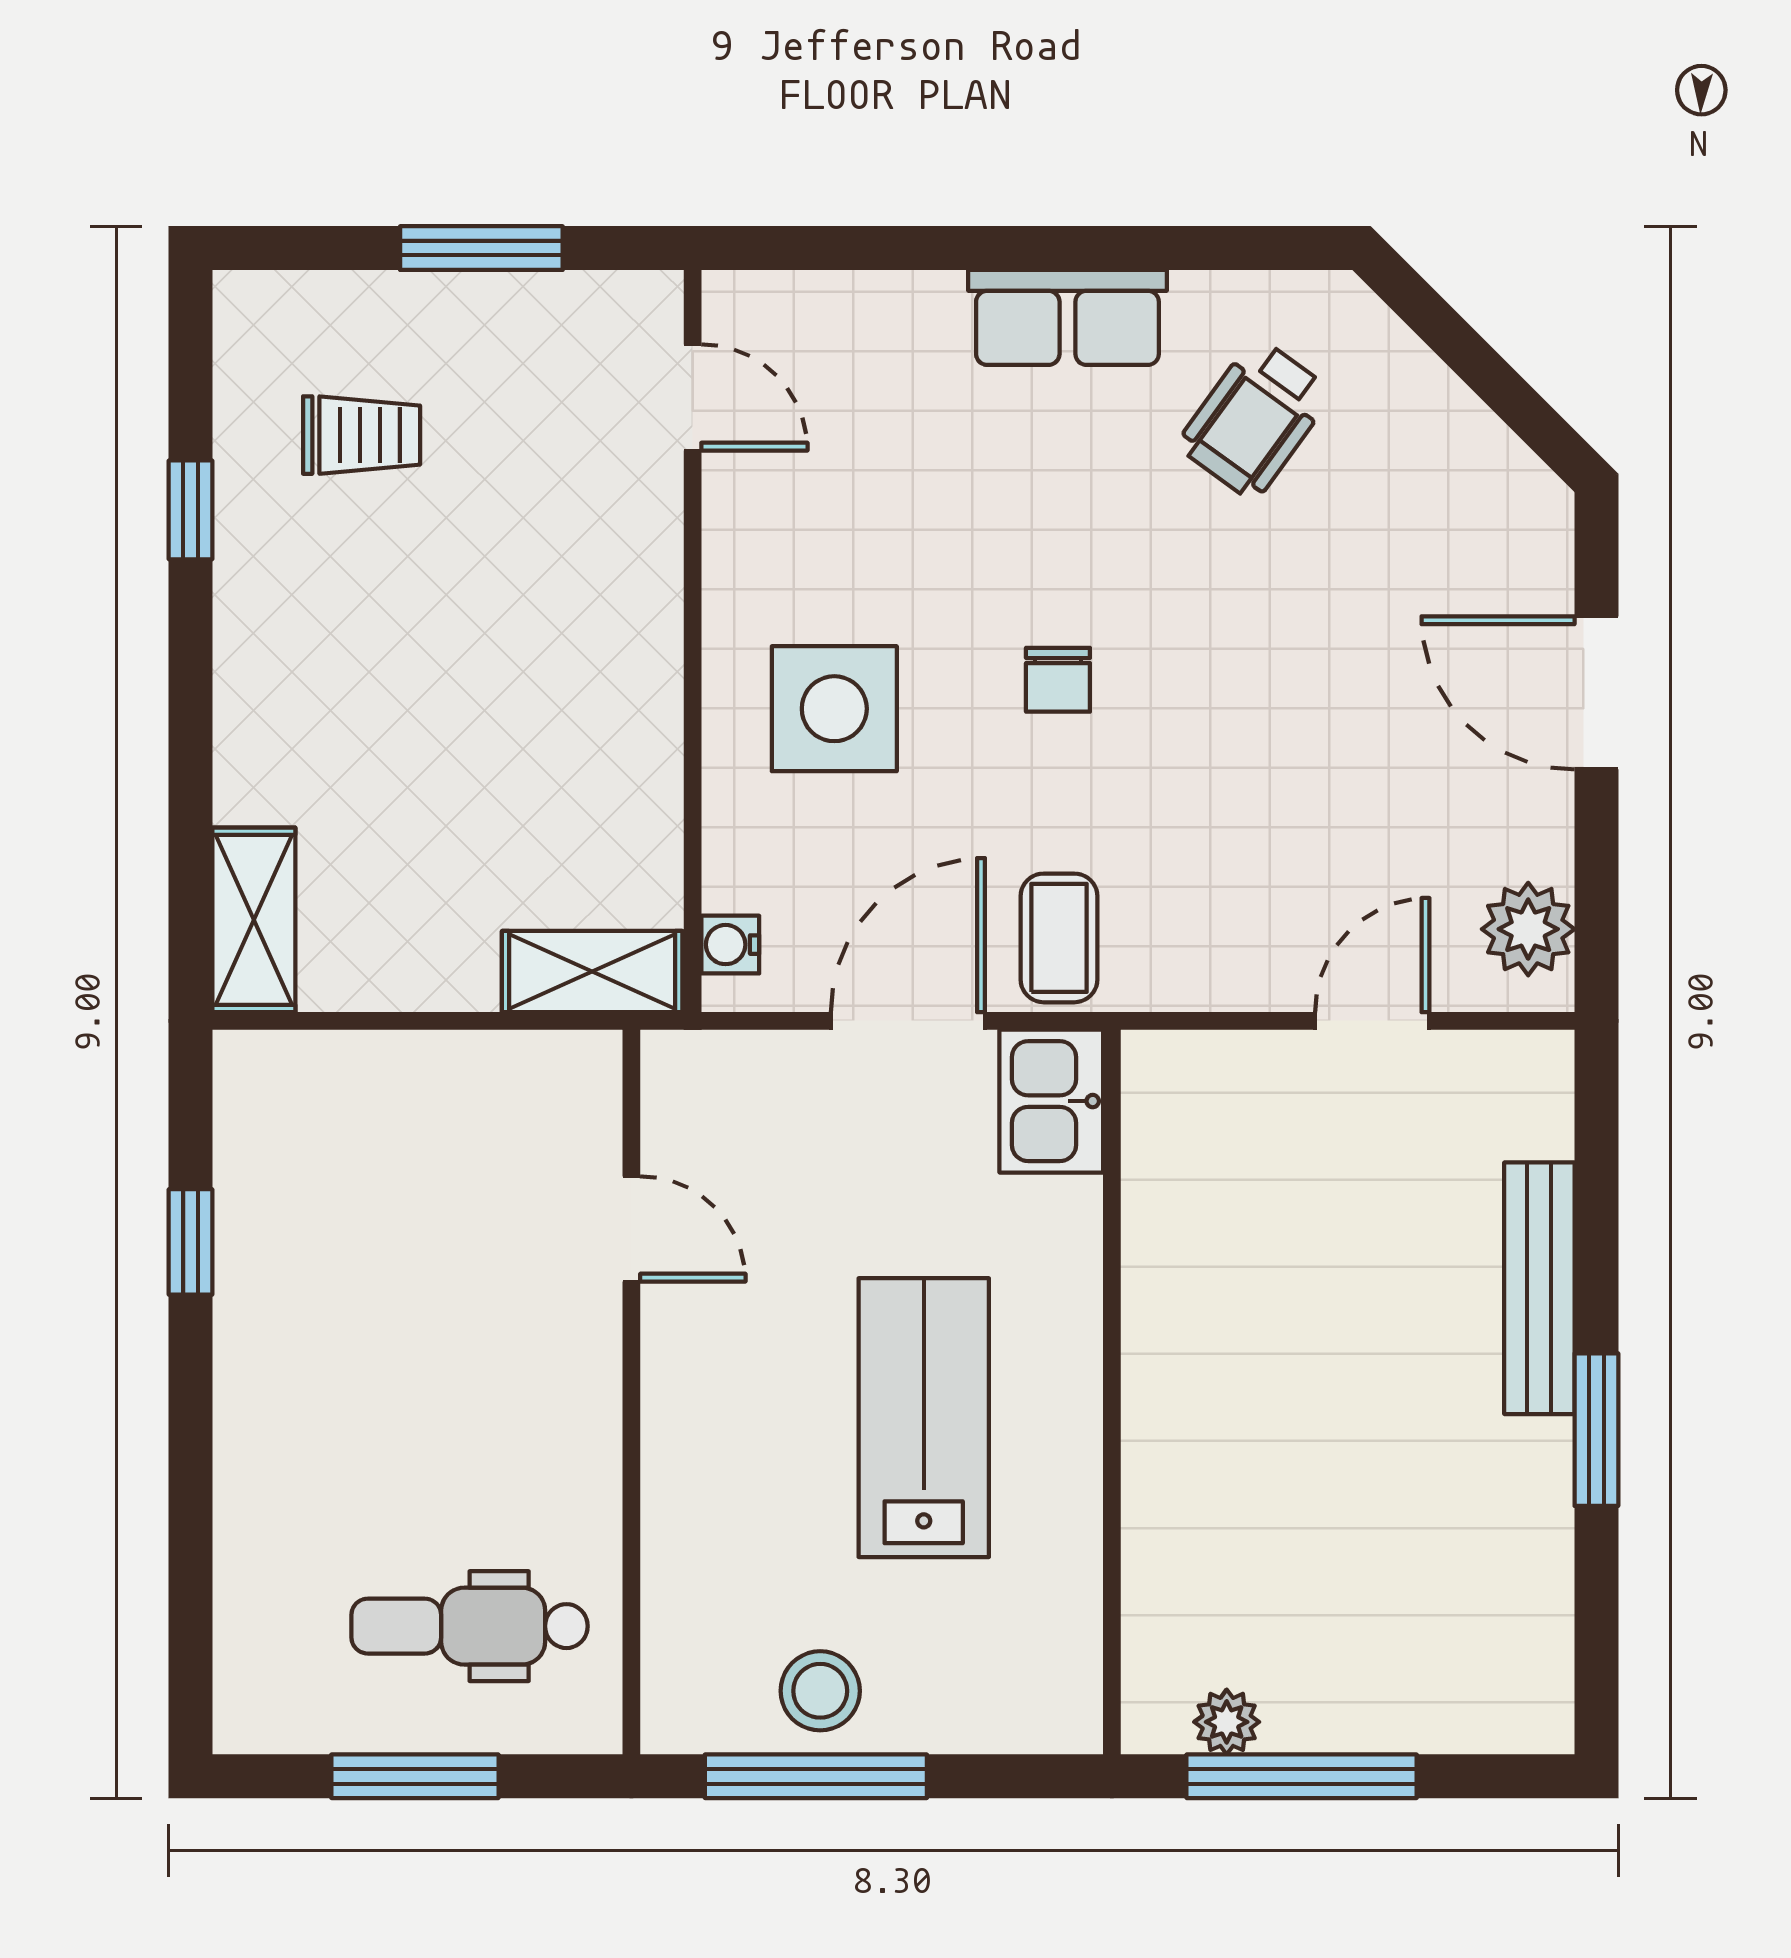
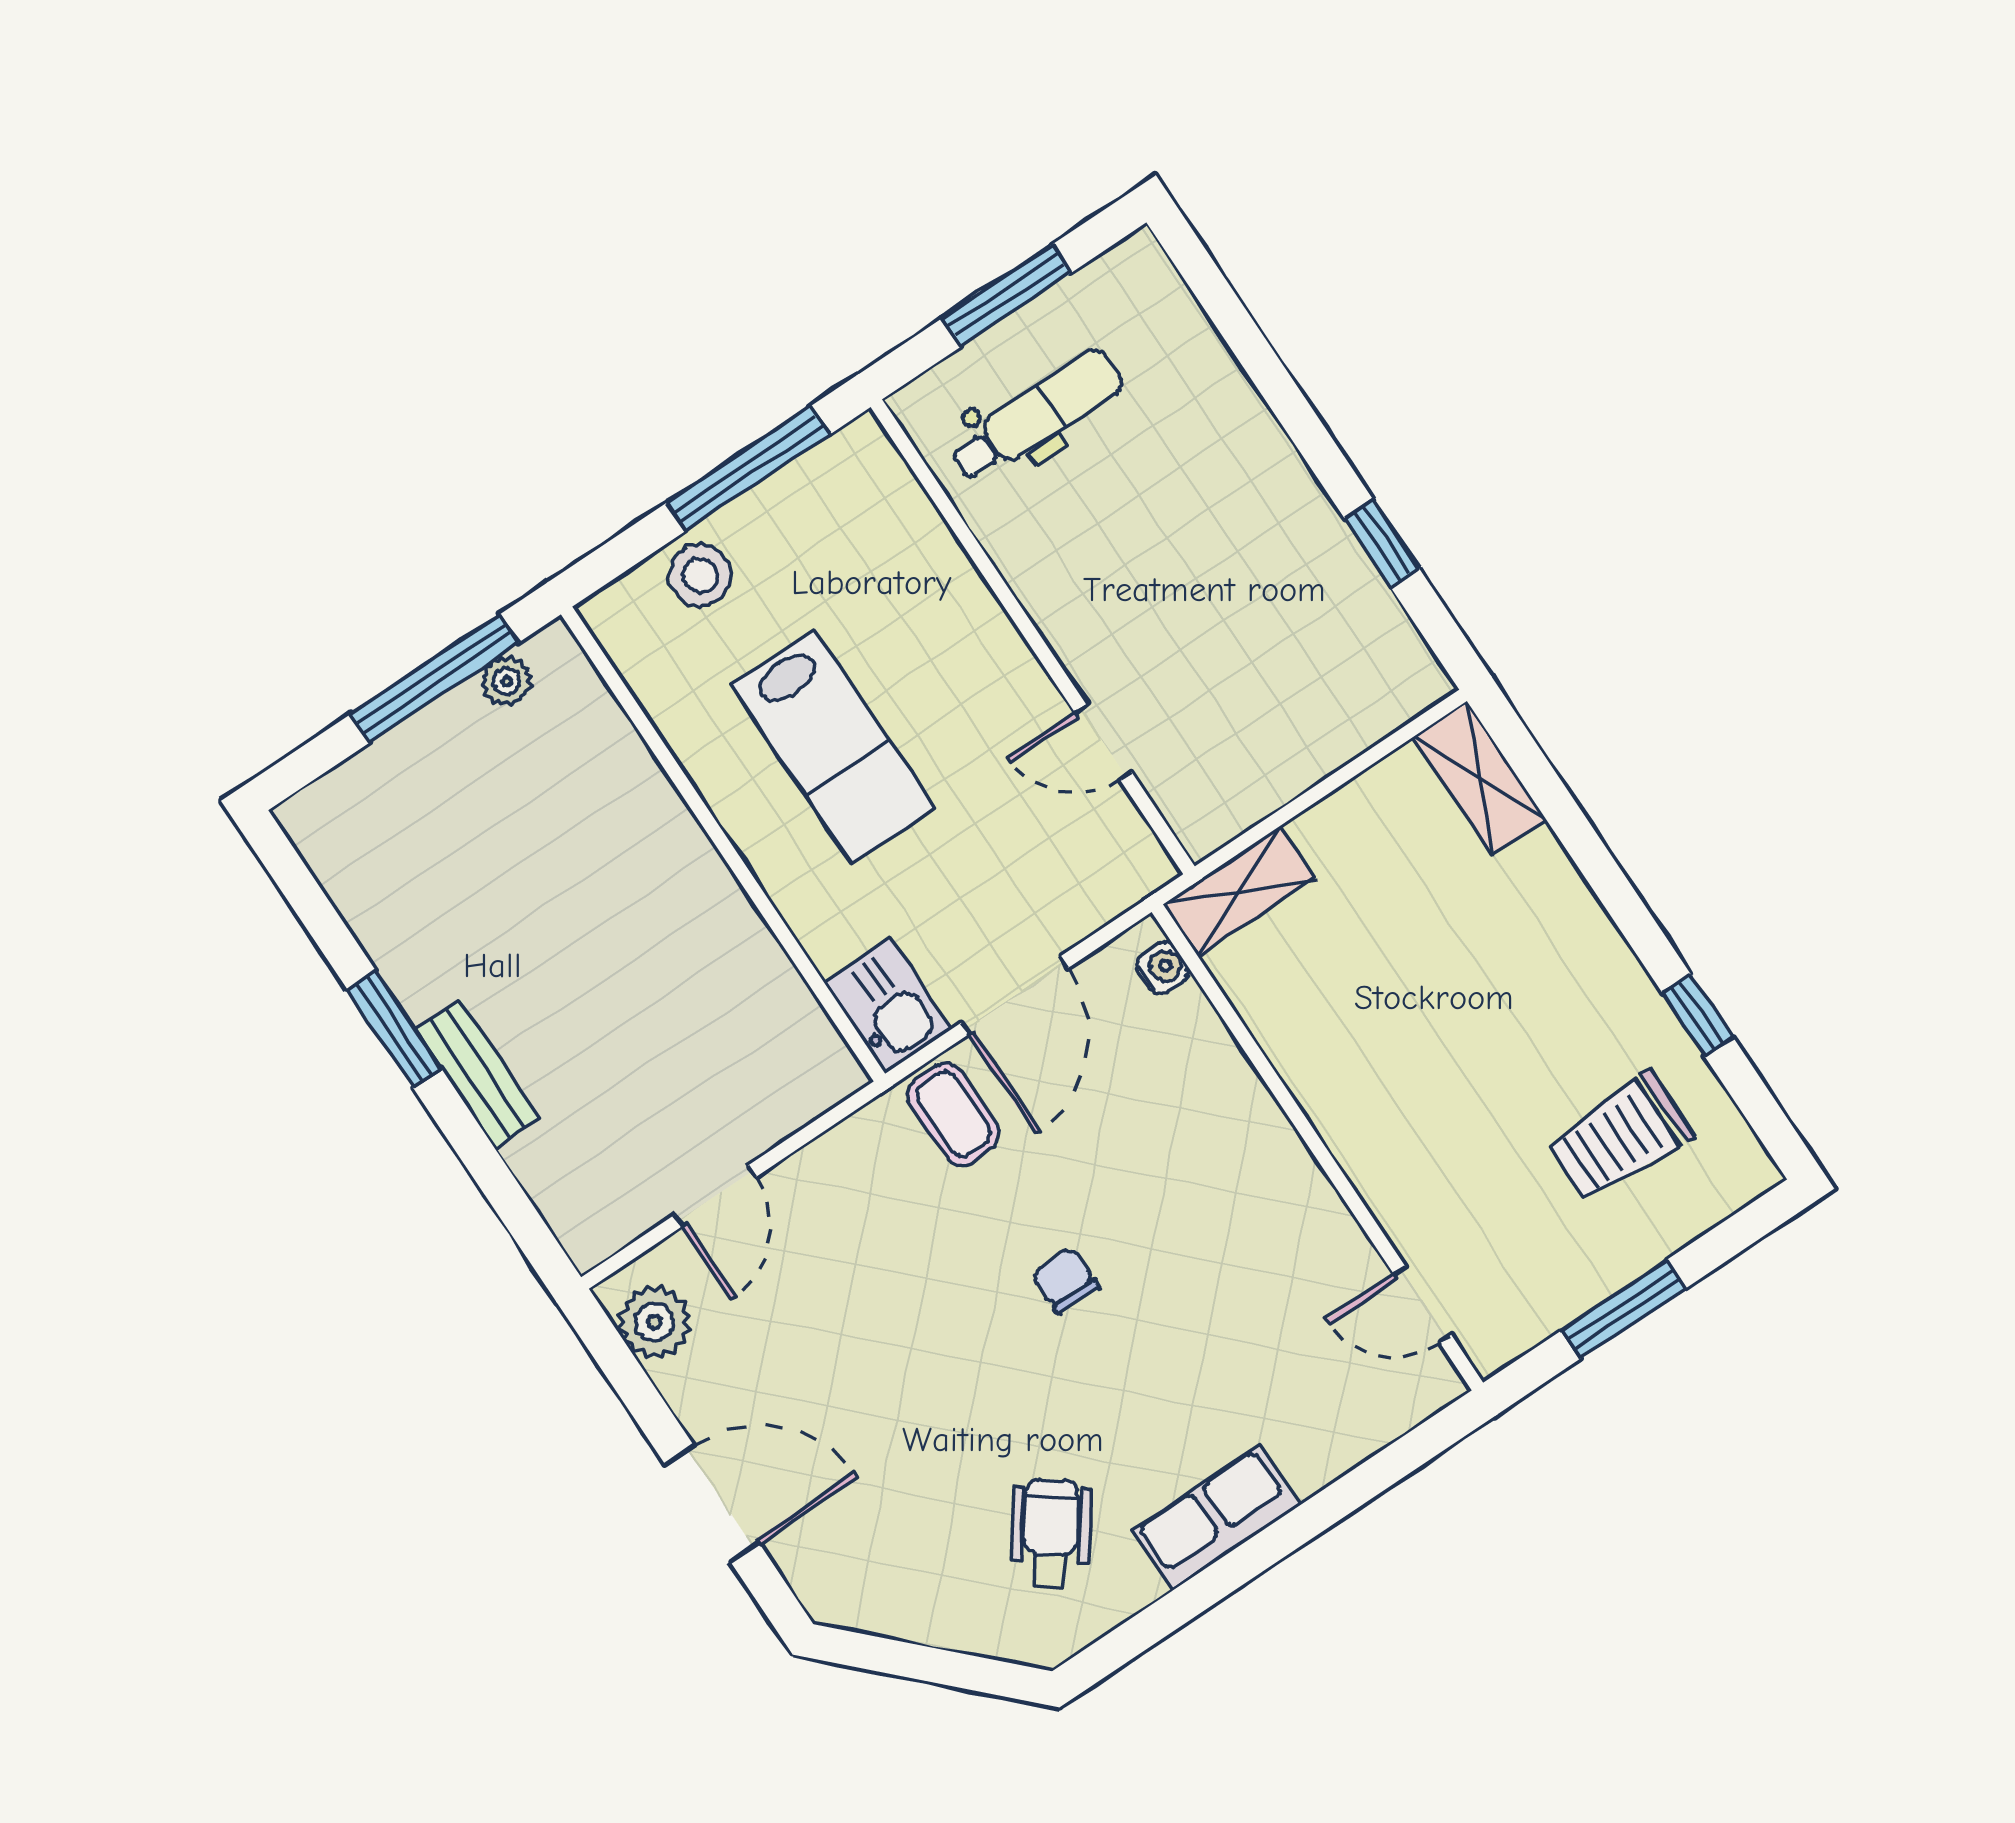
trolley: (362, 435) -> (1620, 1137), width x1.36, depth x1.39
side table: (834, 709) -> (1197, 1165), removed
bench: (1539, 1288) -> (478, 1074), width x0.73
stool: (820, 1691) -> (700, 575), moved

